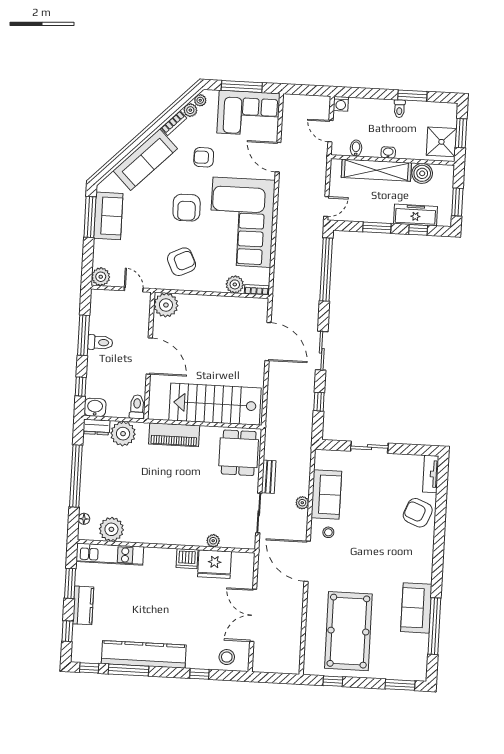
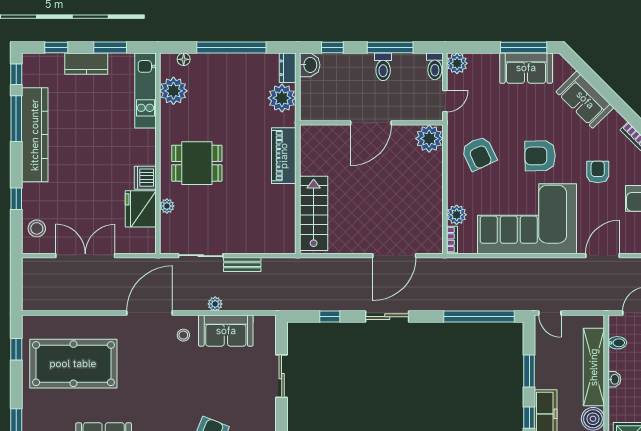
sofa: (145, 160) -> (585, 100), width x0.73
stairs: (215, 404) -> (314, 213), width x0.73, depth x0.66
toilet: (137, 407) -> (435, 66), moved, turned 90
dining table: (239, 453) -> (197, 163), moved

